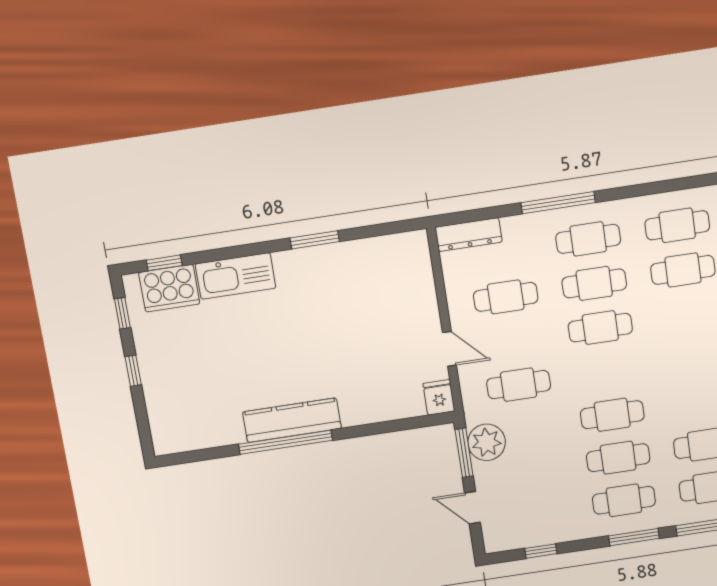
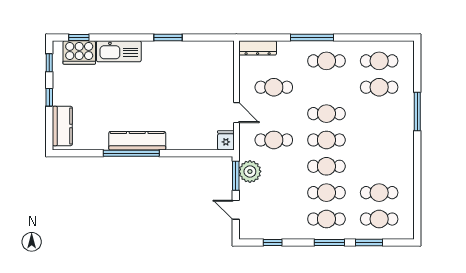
cafe table: (594, 283) -> (326, 140), moved
kitchen counter: (164, 415) -> (62, 126), added

